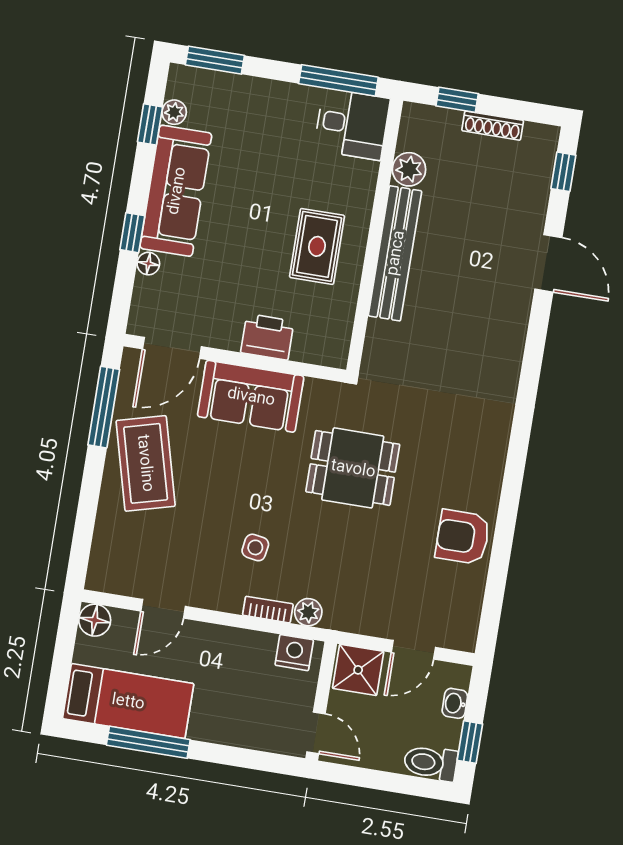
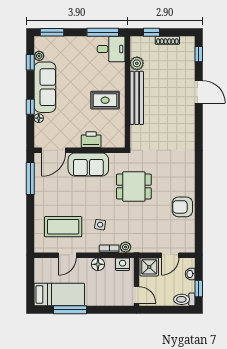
rug: (317, 246) -> (105, 100), turned 90
coffee table: (146, 463) -> (63, 227), moved, turned -75
floor lamp: (95, 620) -> (98, 264), moved

